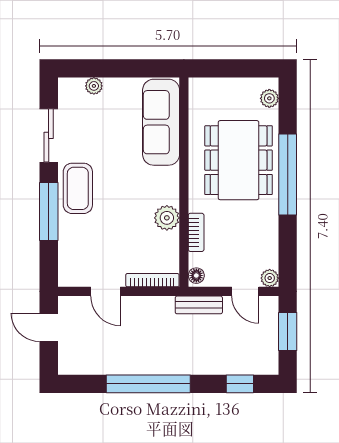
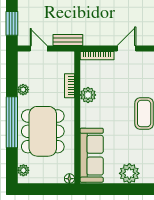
plant: (94, 86) -> (129, 173), width x1.88, depth x1.88
floor lamp: (196, 276) -> (69, 179), moved
plant: (270, 278) -> (23, 90), moved
door: (106, 291) -> (127, 49), hinge flipped

